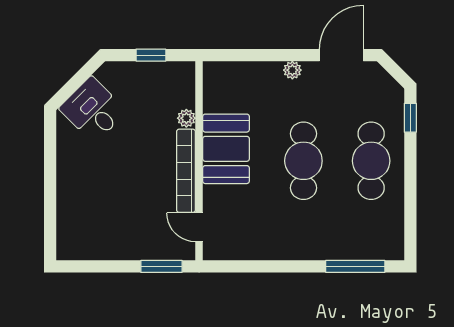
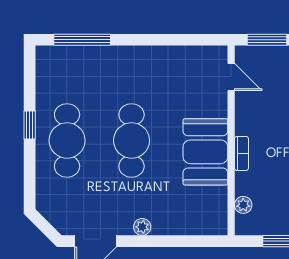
plant: (186, 118) -> (243, 205), moved
window: (410, 118) -> (30, 125), moved
bookcase: (186, 171) -> (241, 153), width x0.43, depth x0.76

